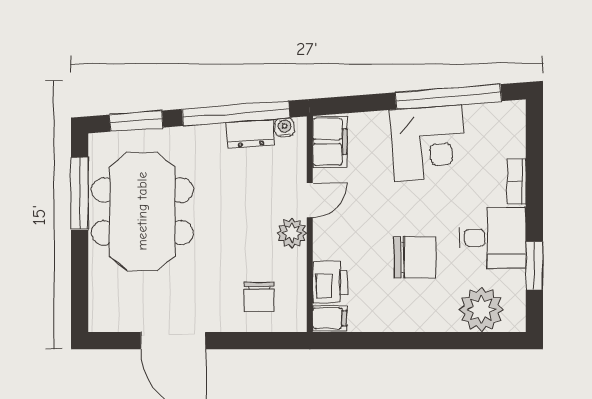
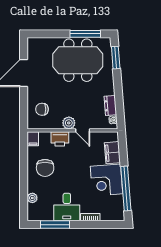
window: (236, 113) -> (119, 99), removed
filing cabinet: (330, 142) -> (112, 153), moved, turned 86
chair: (415, 257) -> (45, 168), moved
window: (534, 266) -> (55, 225), width x1.44
printer: (330, 282) -> (60, 139), moved
plant: (481, 309) -> (32, 198), width x0.53, depth x0.53

